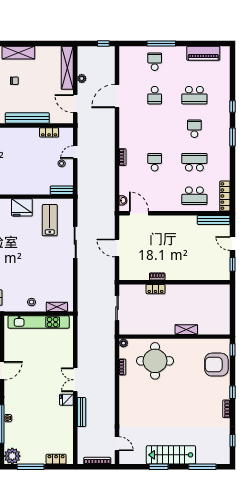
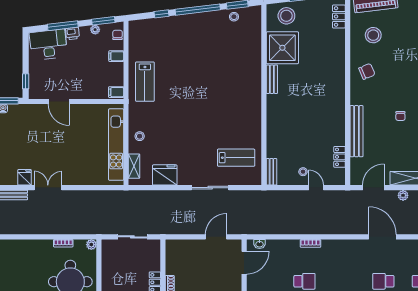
fridge: (22, 207) -> (165, 175), moved, turned 90
door: (117, 248) -> (216, 237), moved

